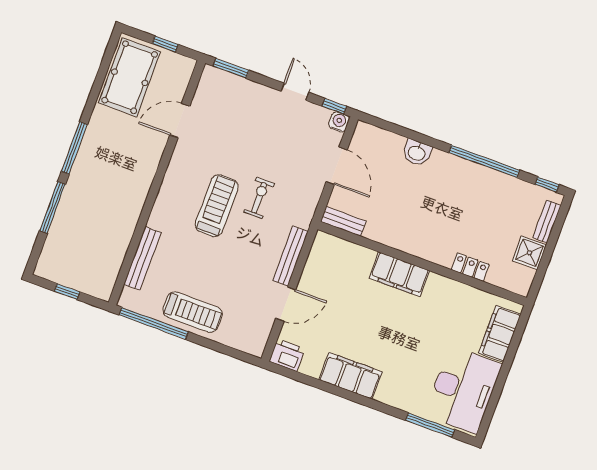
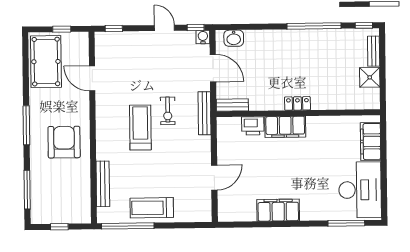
window: (231, 68) -> (114, 28), width x0.67
door: (180, 121) -> (92, 78), hinge flipped
washbasin: (417, 153) -> (234, 38), moved
armchair: (114, 187) -> (64, 142), added
exercise bike: (259, 198) -> (168, 111), turned 180
window: (53, 207) -> (27, 190), moved
bench: (290, 256) -> (204, 113), moved
locker: (470, 267) -> (297, 103), moved
treadmill: (193, 312) -> (152, 208), turned 180
printer: (287, 355) -> (253, 126), moved, turned 180

